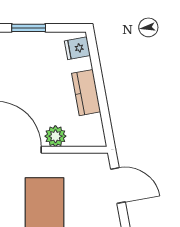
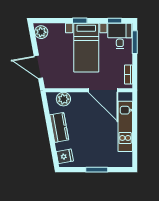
plant: (55, 136) -> (63, 99), moved

